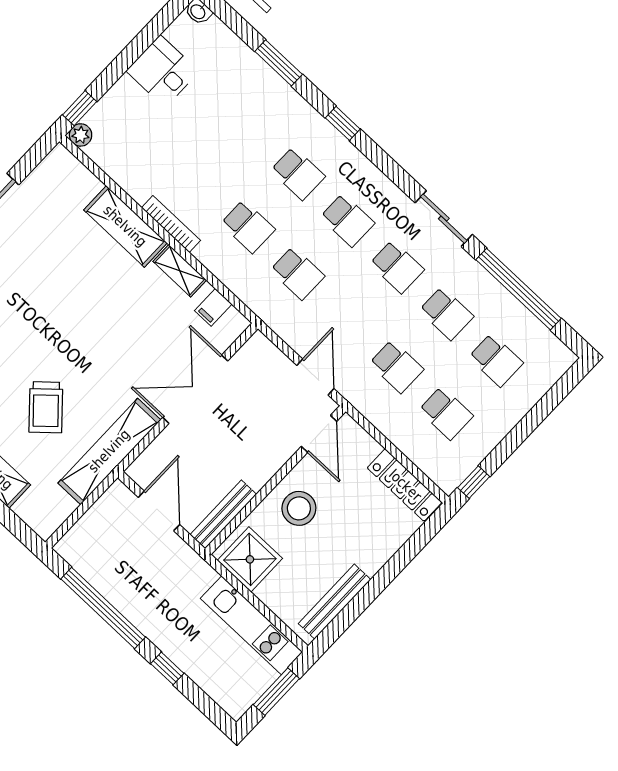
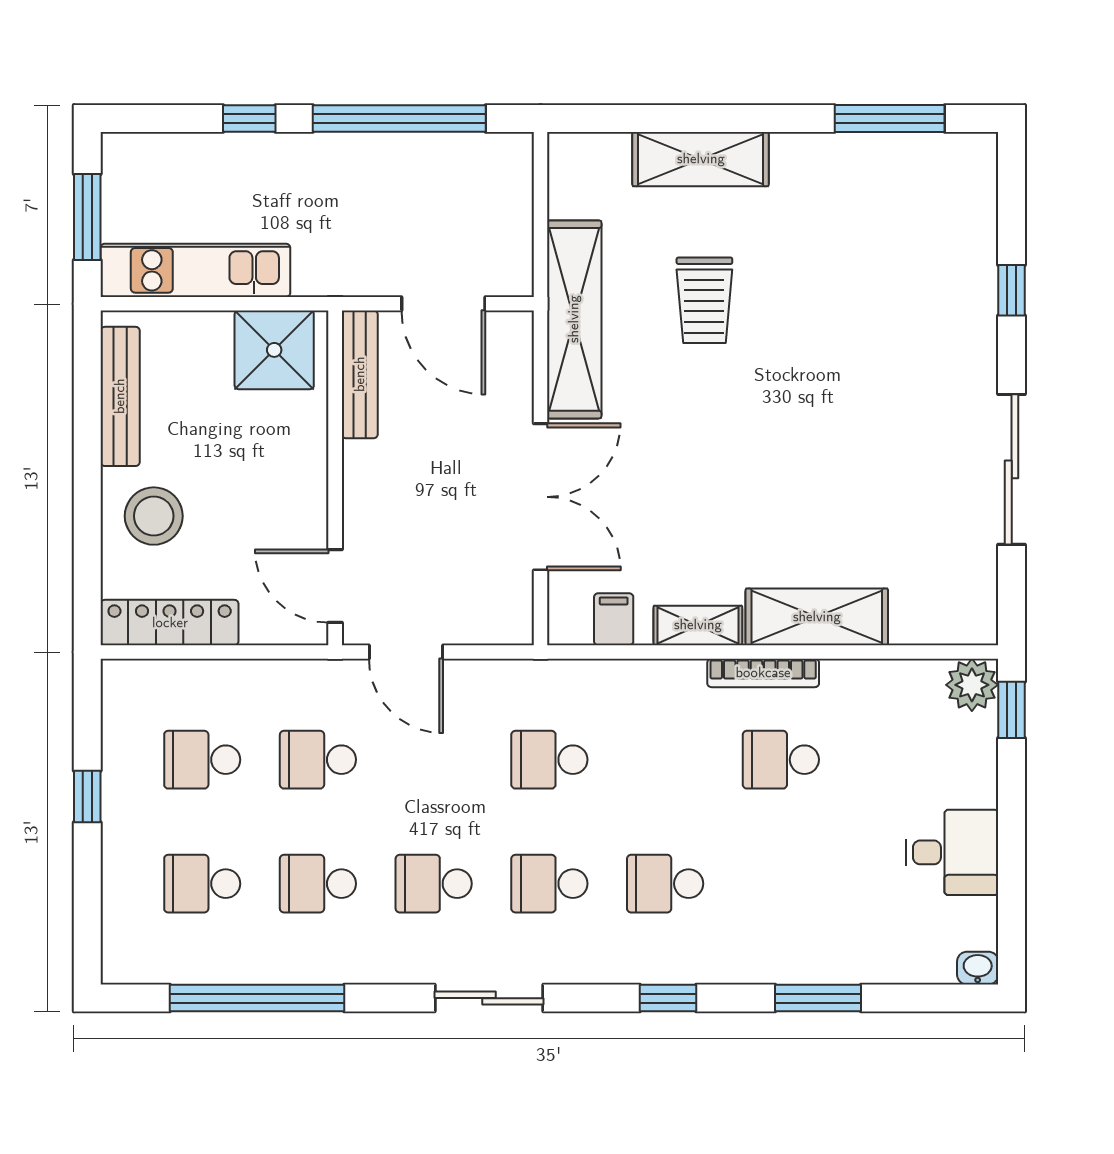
plant: (81, 135) -> (972, 685), width x1.38, depth x1.38
sliding door: (444, 219) -> (489, 998), moved
school desk: (248, 226) -> (781, 760), moved
trolley: (46, 407) -> (704, 300), turned -138
window: (474, 482) -> (87, 796), moved
stool: (299, 508) -> (154, 516), moved

